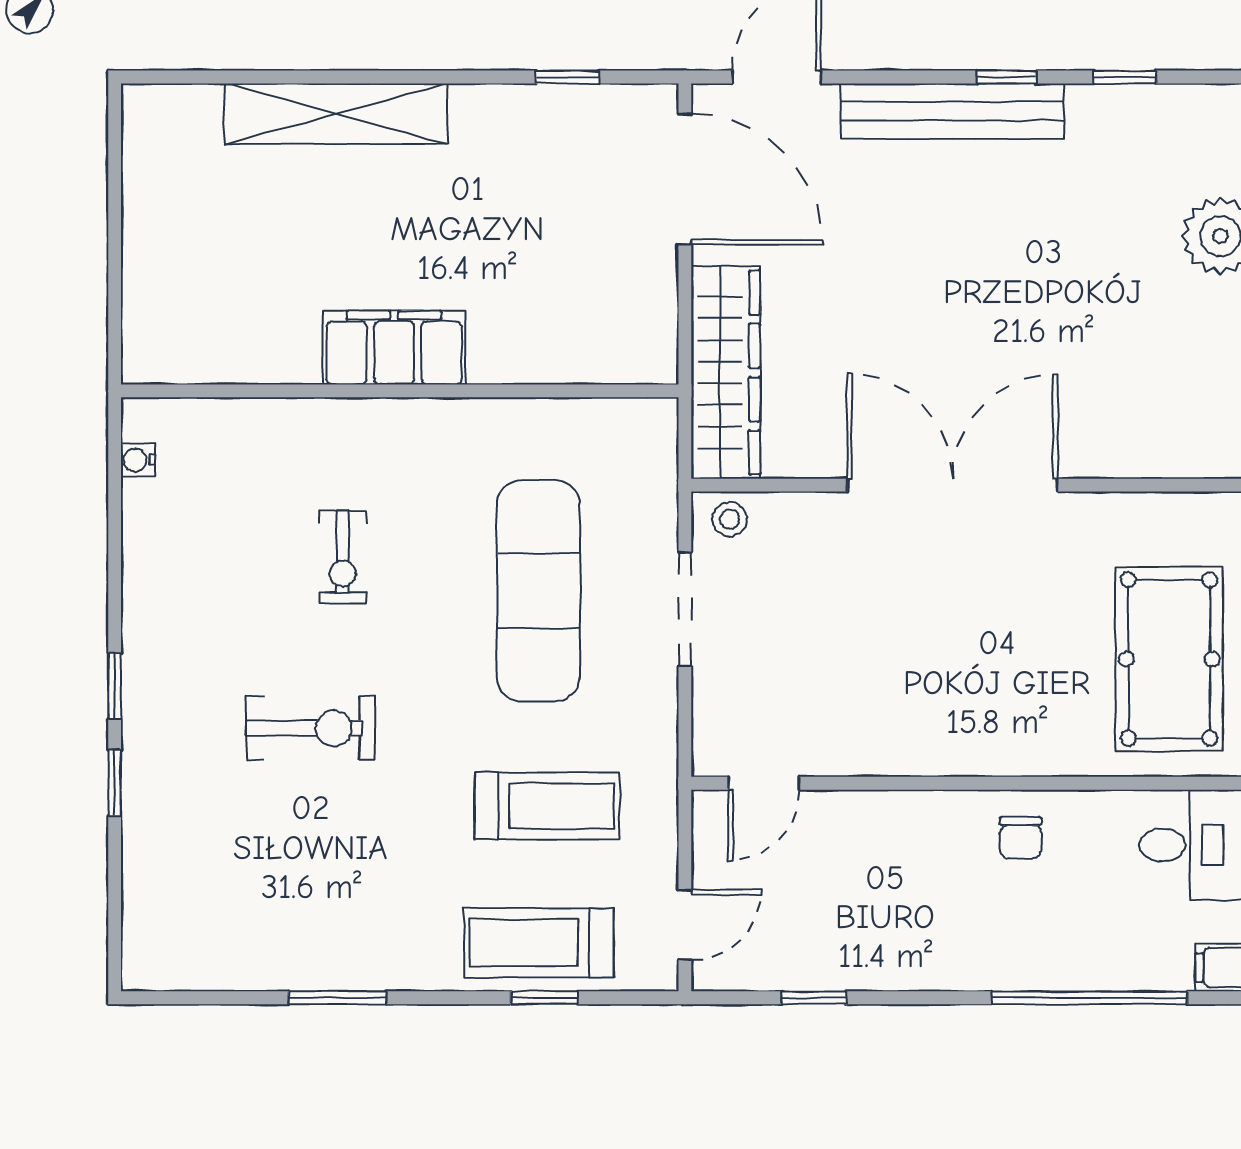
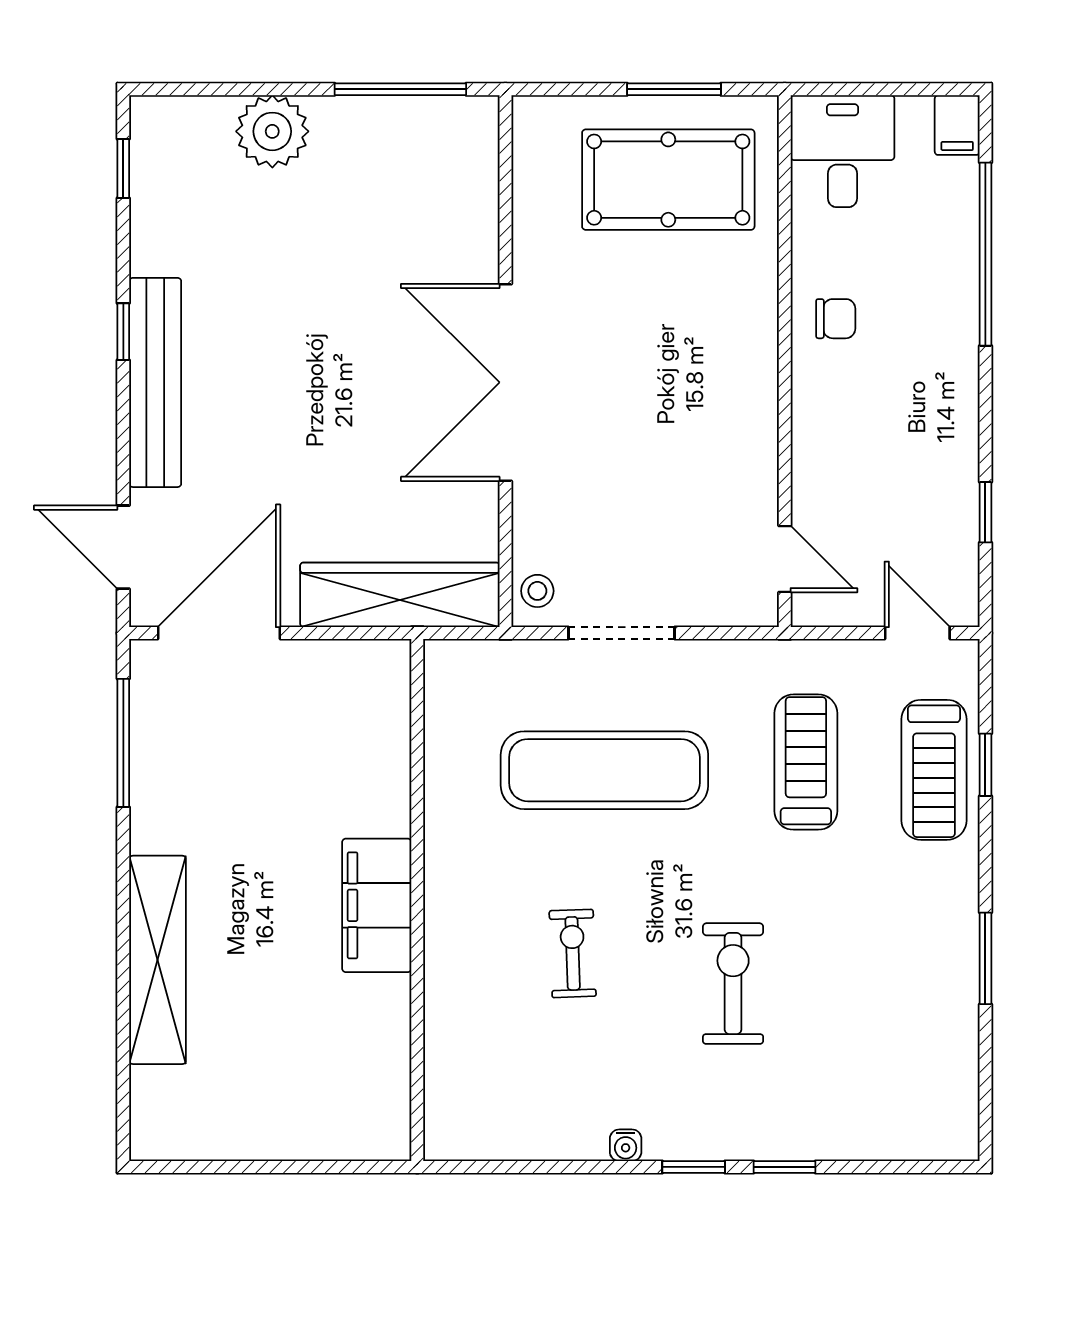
window: (567, 77) -> (123, 743), width x2.17
window: (1125, 77) -> (123, 168), moved
water cooler: (138, 460) -> (626, 1145), moved
exercise bike: (343, 557) -> (573, 953), turned -92

